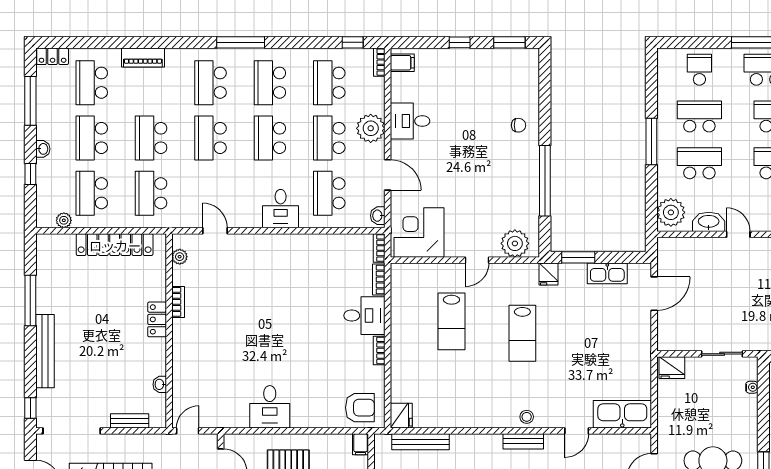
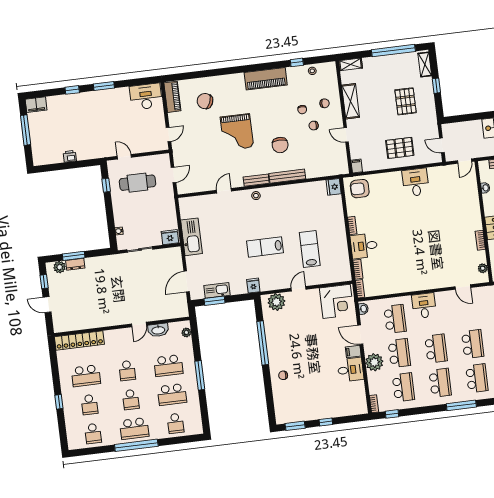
filing cabinet: (402, 63) -> (353, 352), moved
plant: (671, 212) -> (186, 332), width x0.53, depth x0.53
door: (738, 234) -> (139, 324), hinge flipped
window: (578, 257) -> (214, 301), moved
lab bench: (522, 333) -> (265, 247), turned -90
kitchen sink: (622, 414) -> (192, 237), moved, turned -90
bench: (420, 442) -> (287, 176), moved

